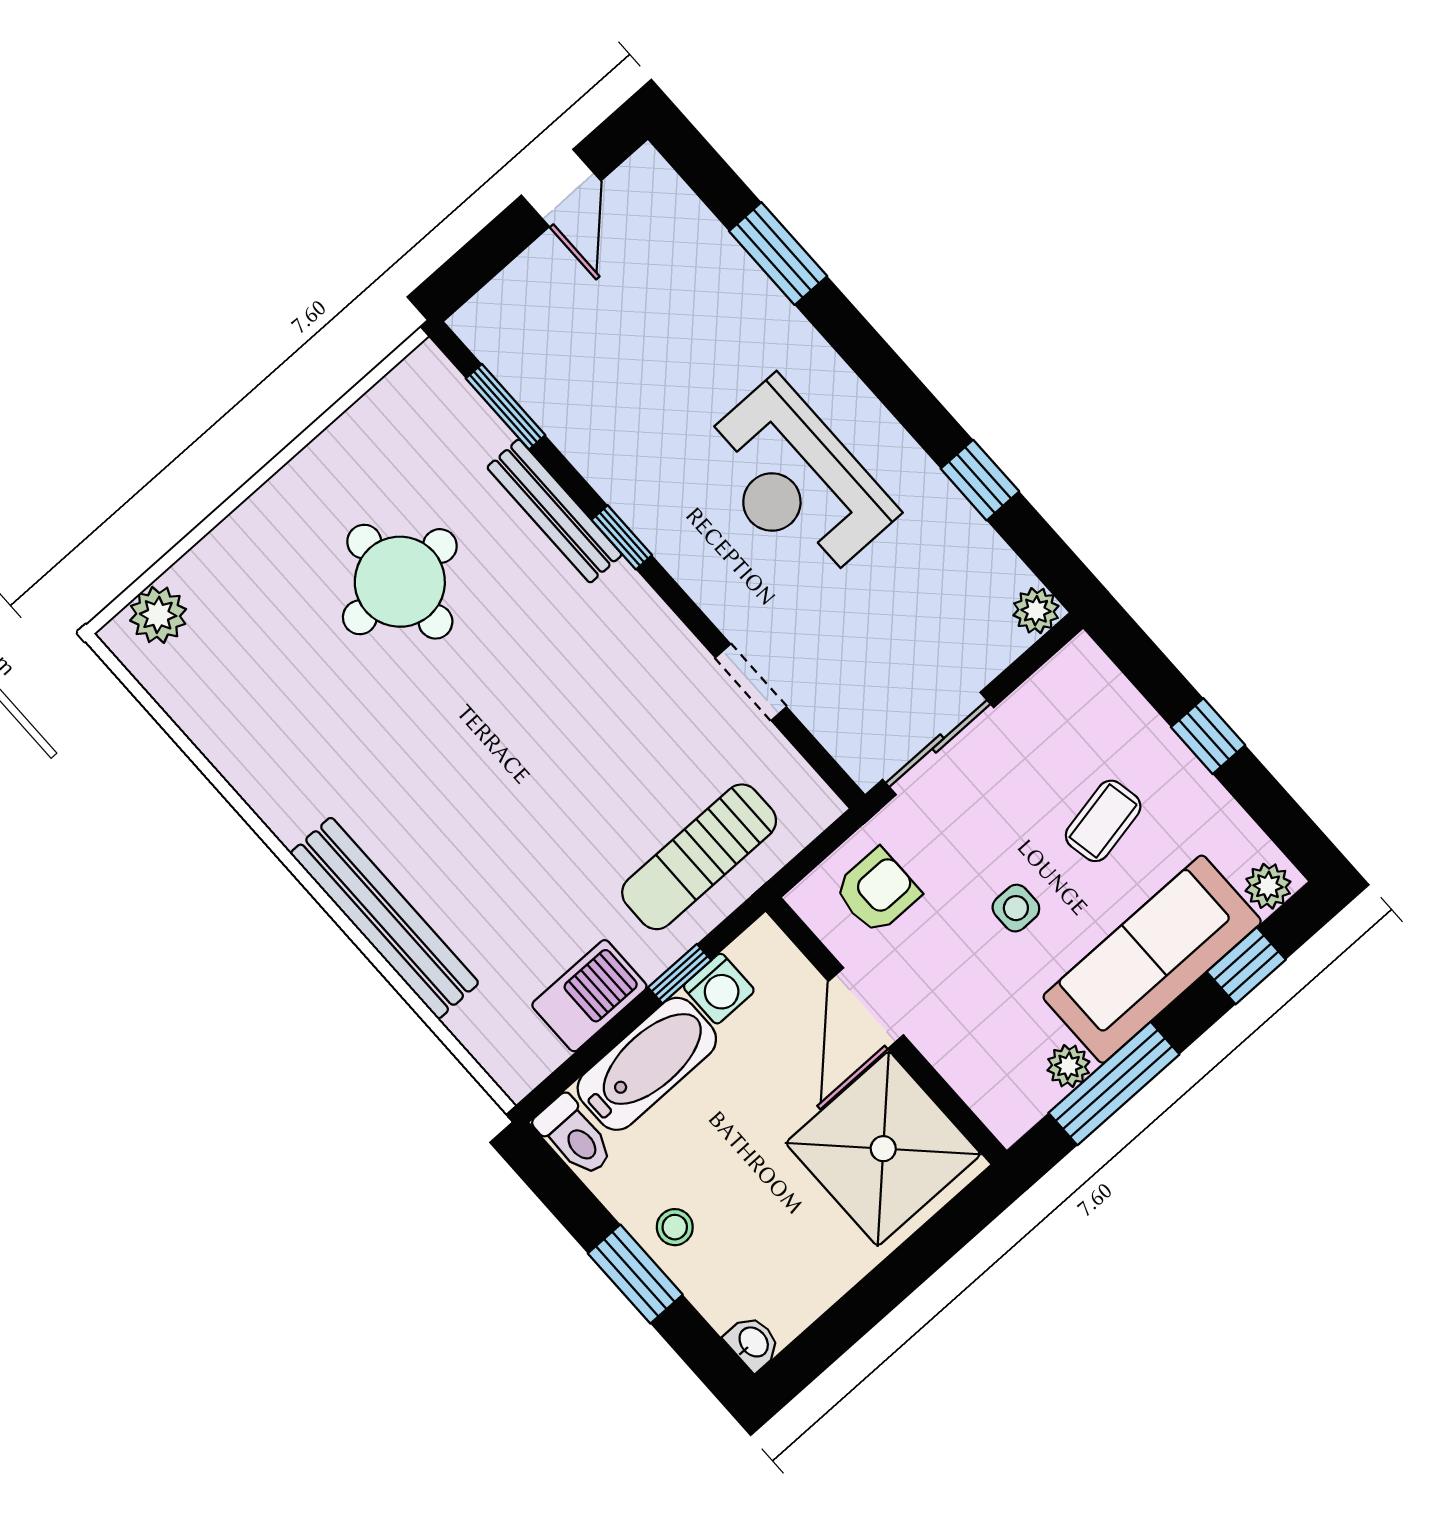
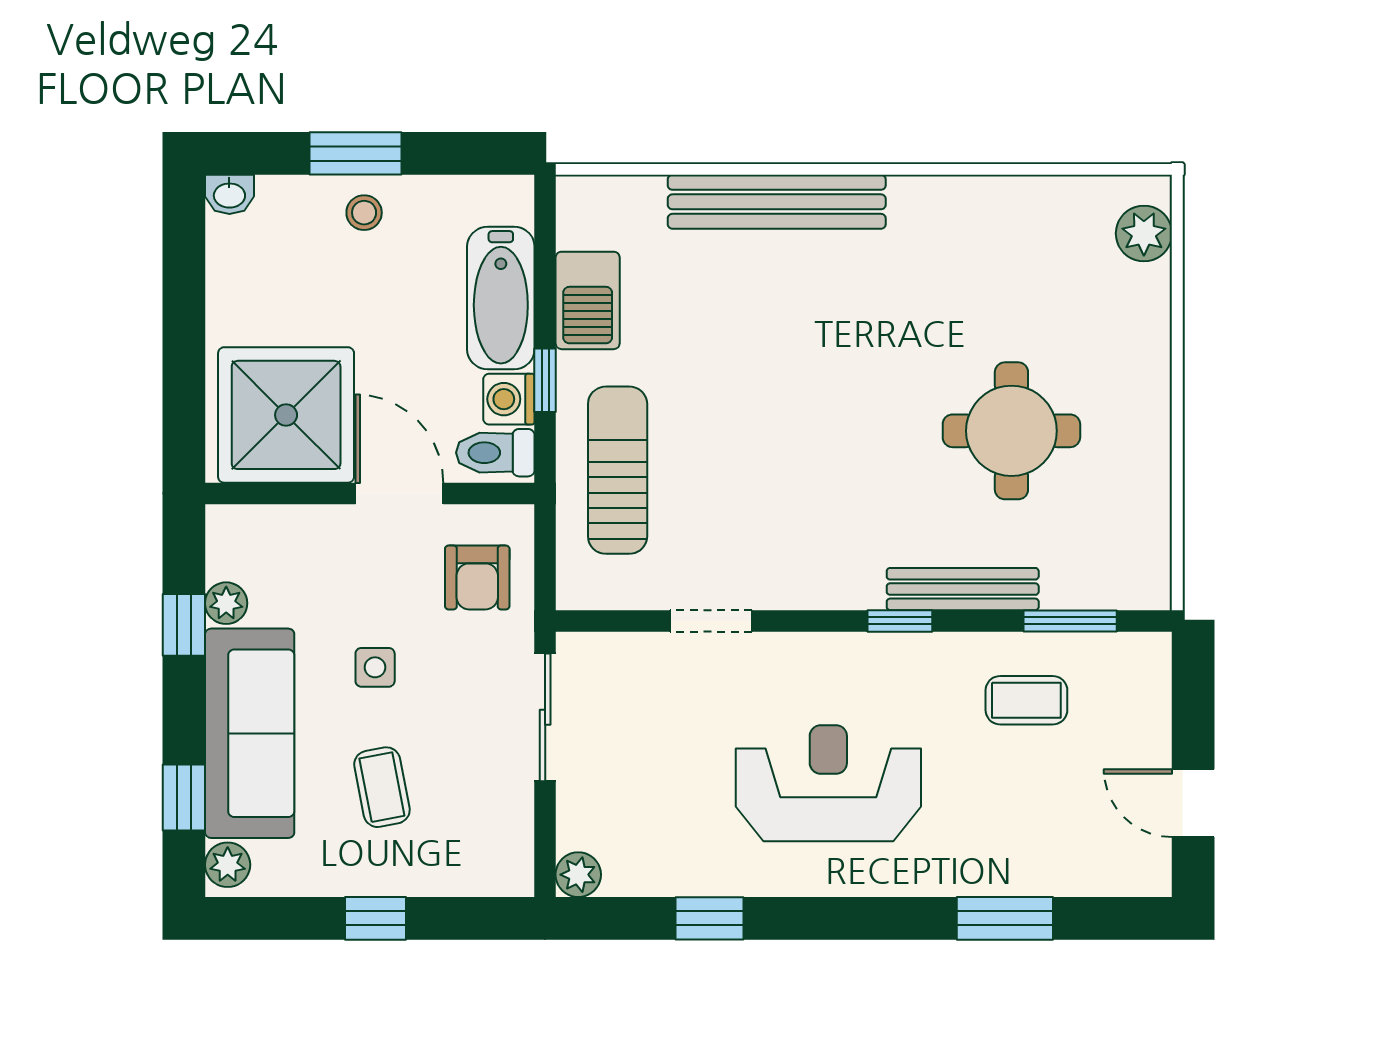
coffee table: (596, 386) -> (1026, 700), added
window: (1114, 1084) -> (184, 625), width x0.46
toilet: (574, 1136) -> (495, 453), moved

